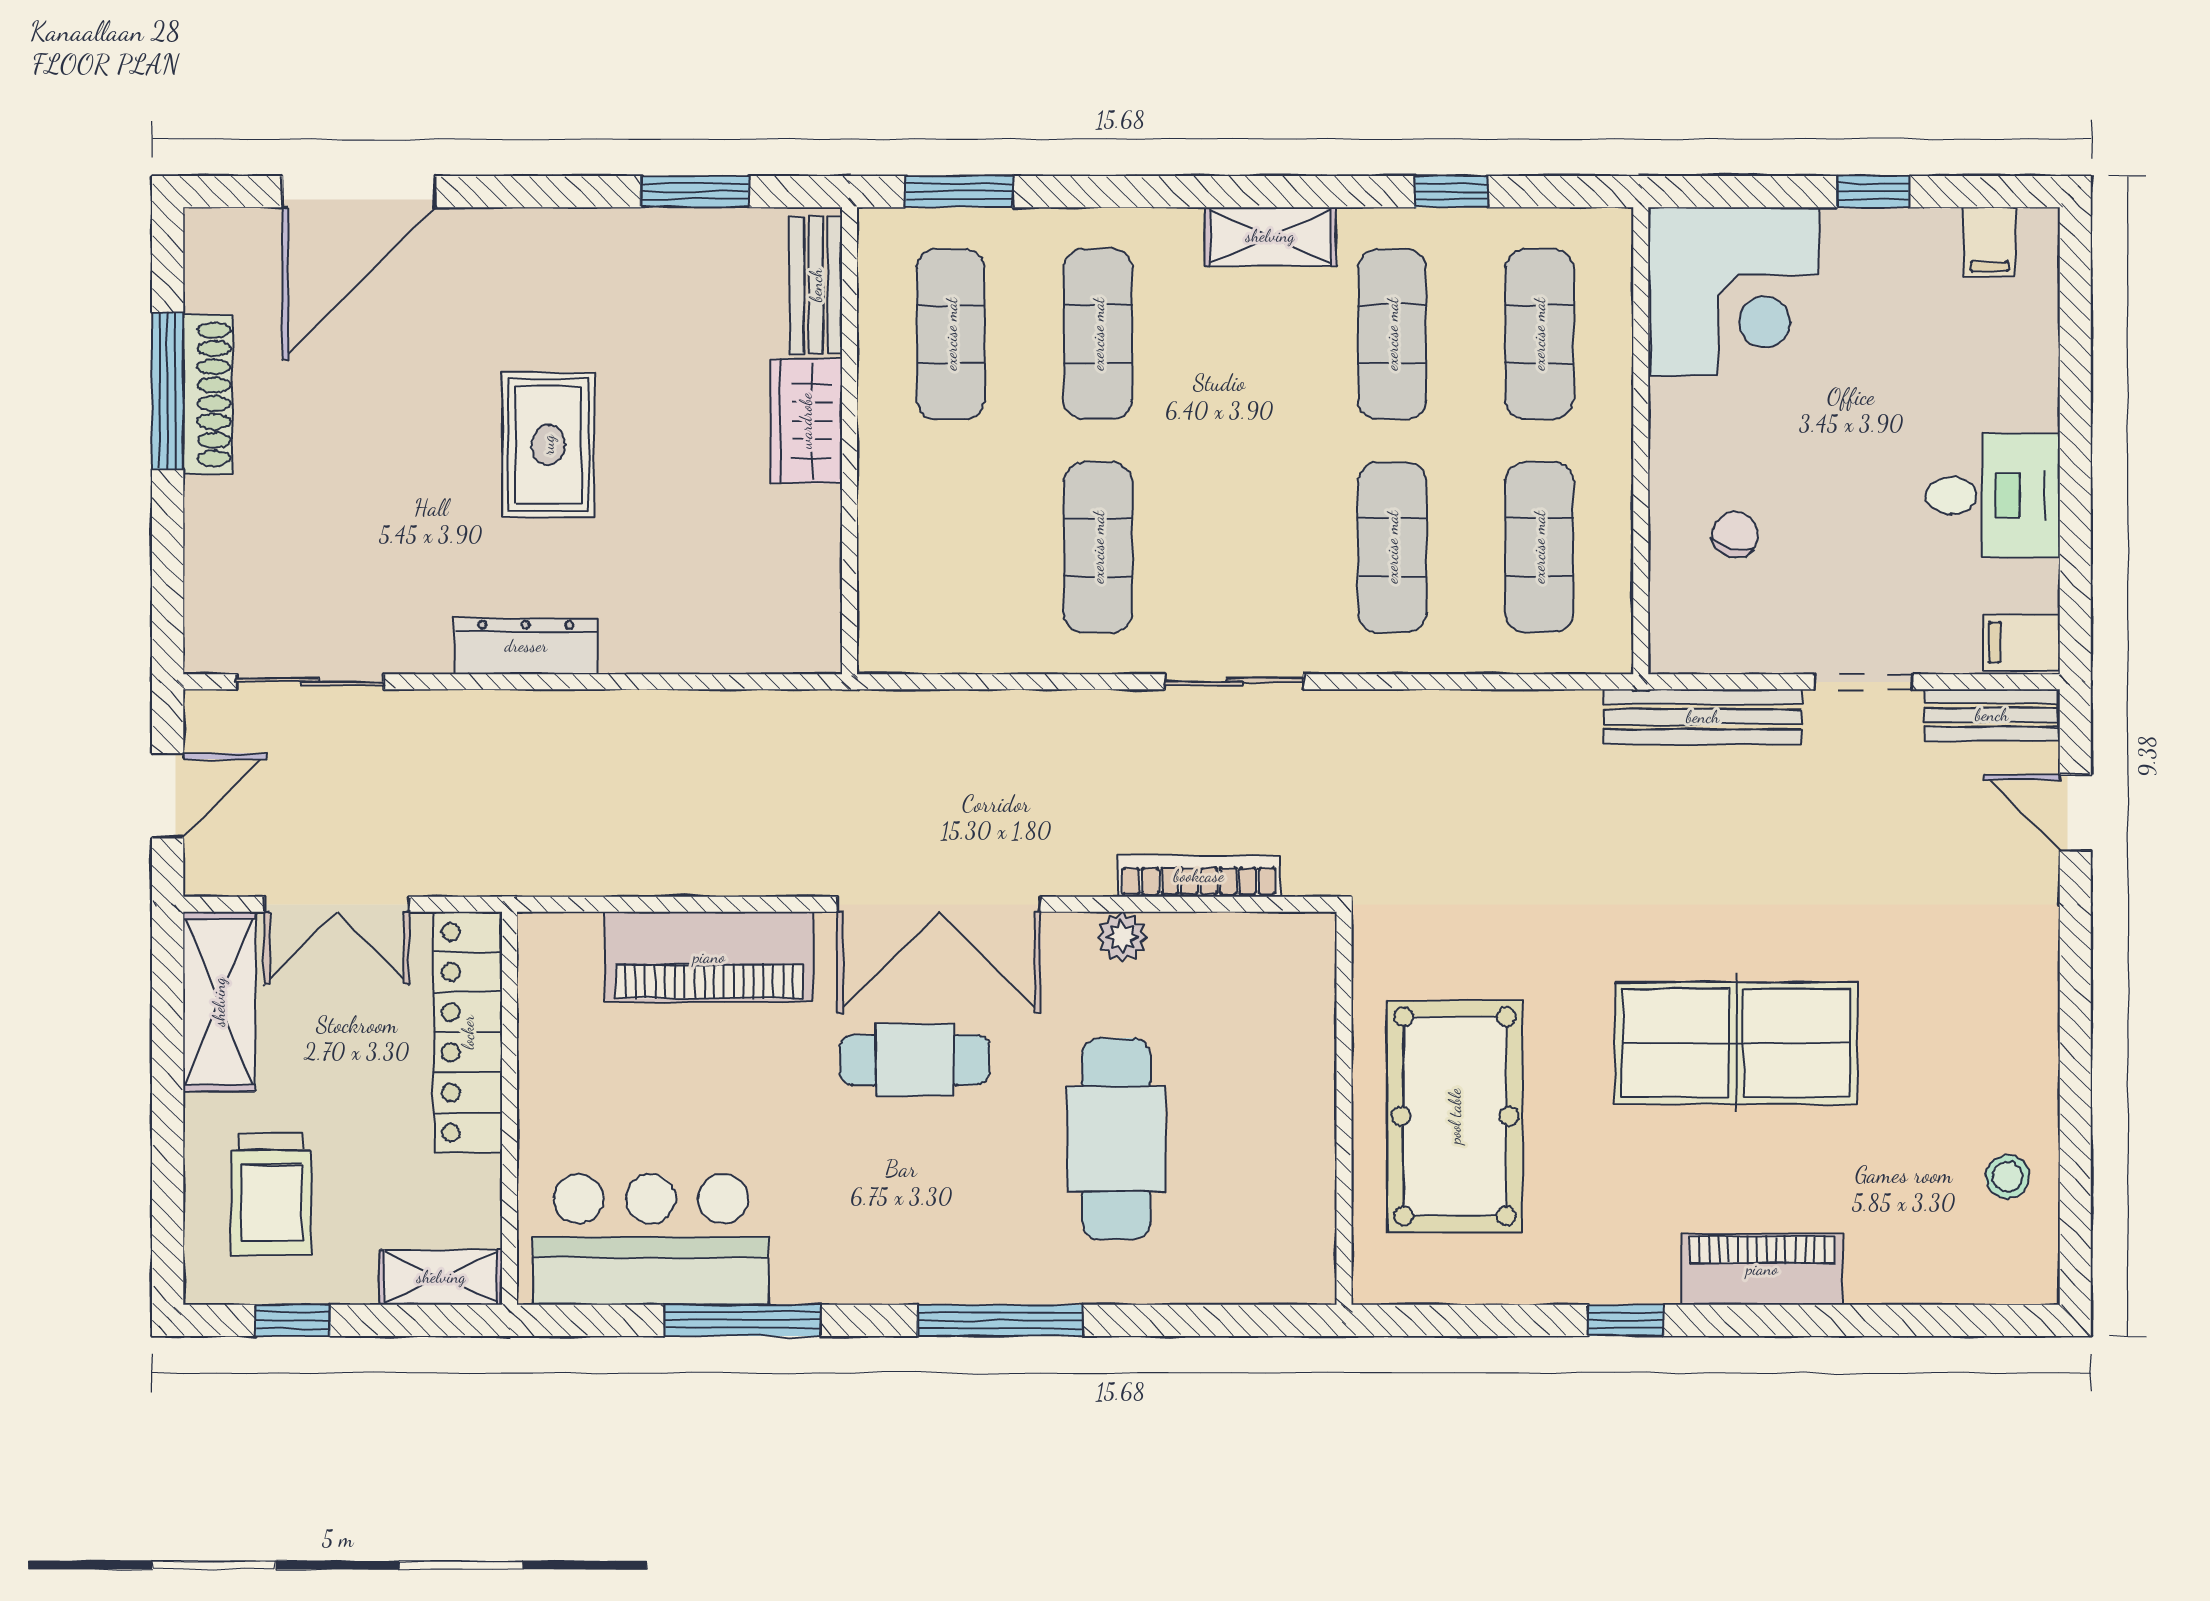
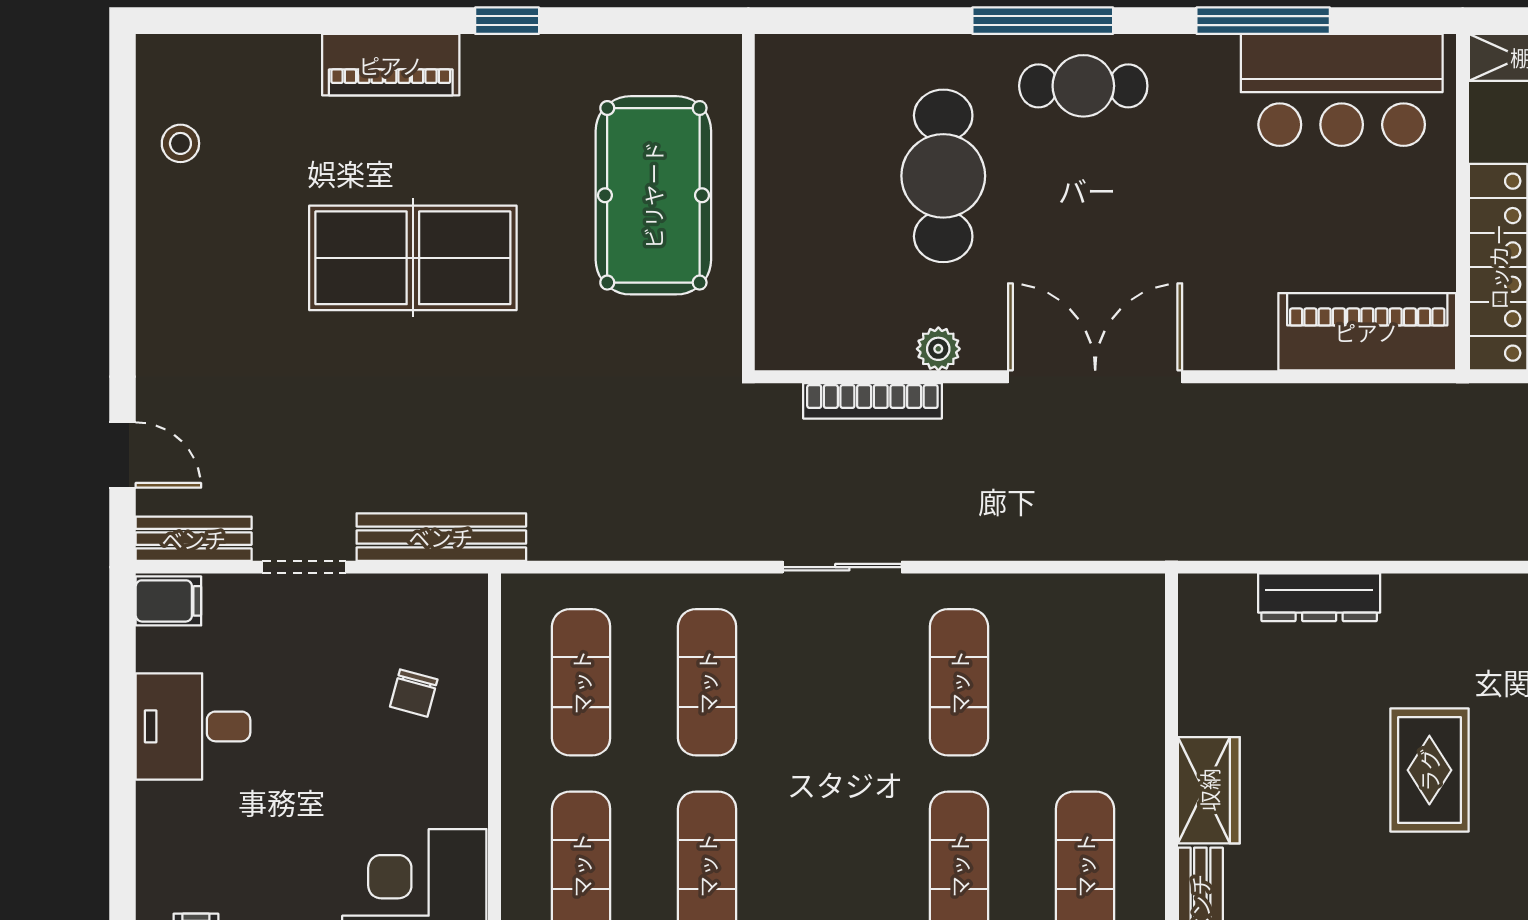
dresser: (526, 646) -> (1319, 597), moved
piano: (709, 957) -> (1367, 332), moved
cafe table: (915, 1060) -> (1083, 86), moved

